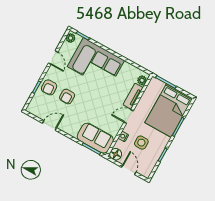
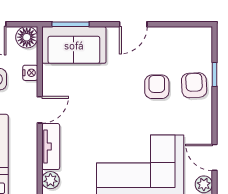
door: (53, 58) -> (215, 157), moved
door: (50, 125) -> (133, 24), moved

